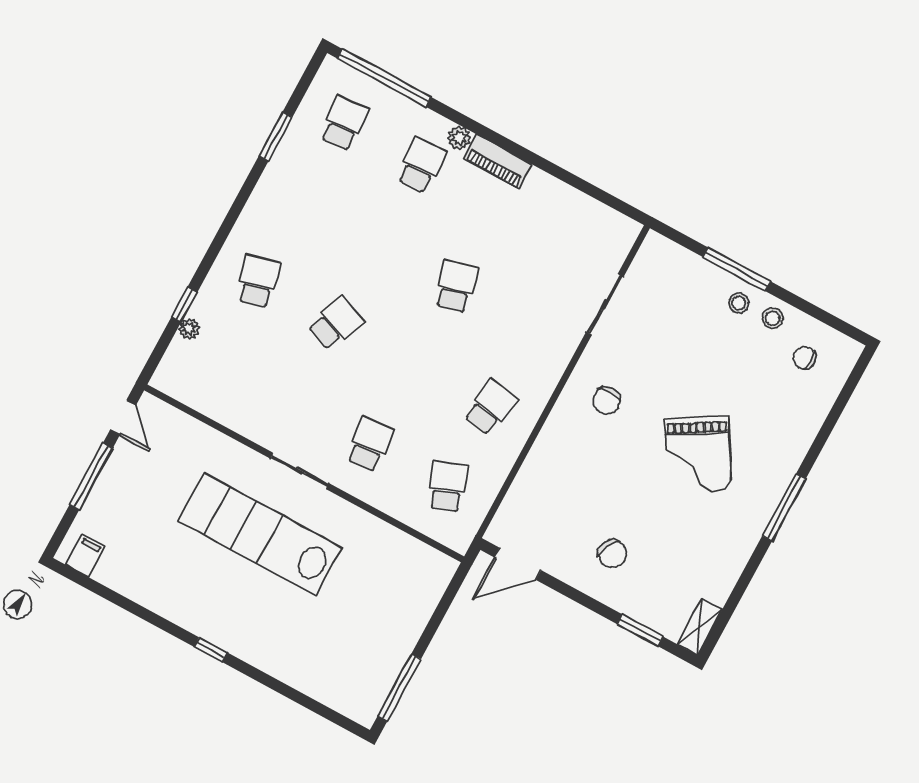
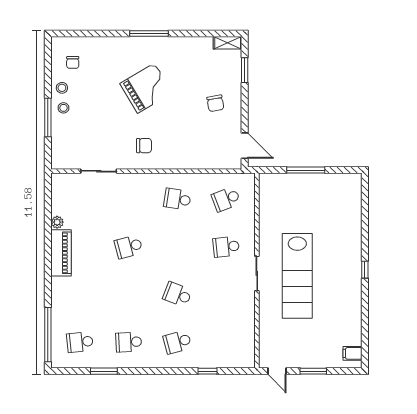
plant: (459, 138) -> (57, 222), moved
piano: (498, 162) -> (61, 253), width x1.37, depth x1.33
school desk: (421, 165) -> (129, 342), moved
plant: (189, 329) -> (218, 363), removed
door: (123, 418) -> (277, 371), swing flipped
window: (91, 476) -> (313, 371), width x0.69
chair: (612, 554) -> (215, 103), turned 144
window: (399, 688) -> (306, 170), moved

